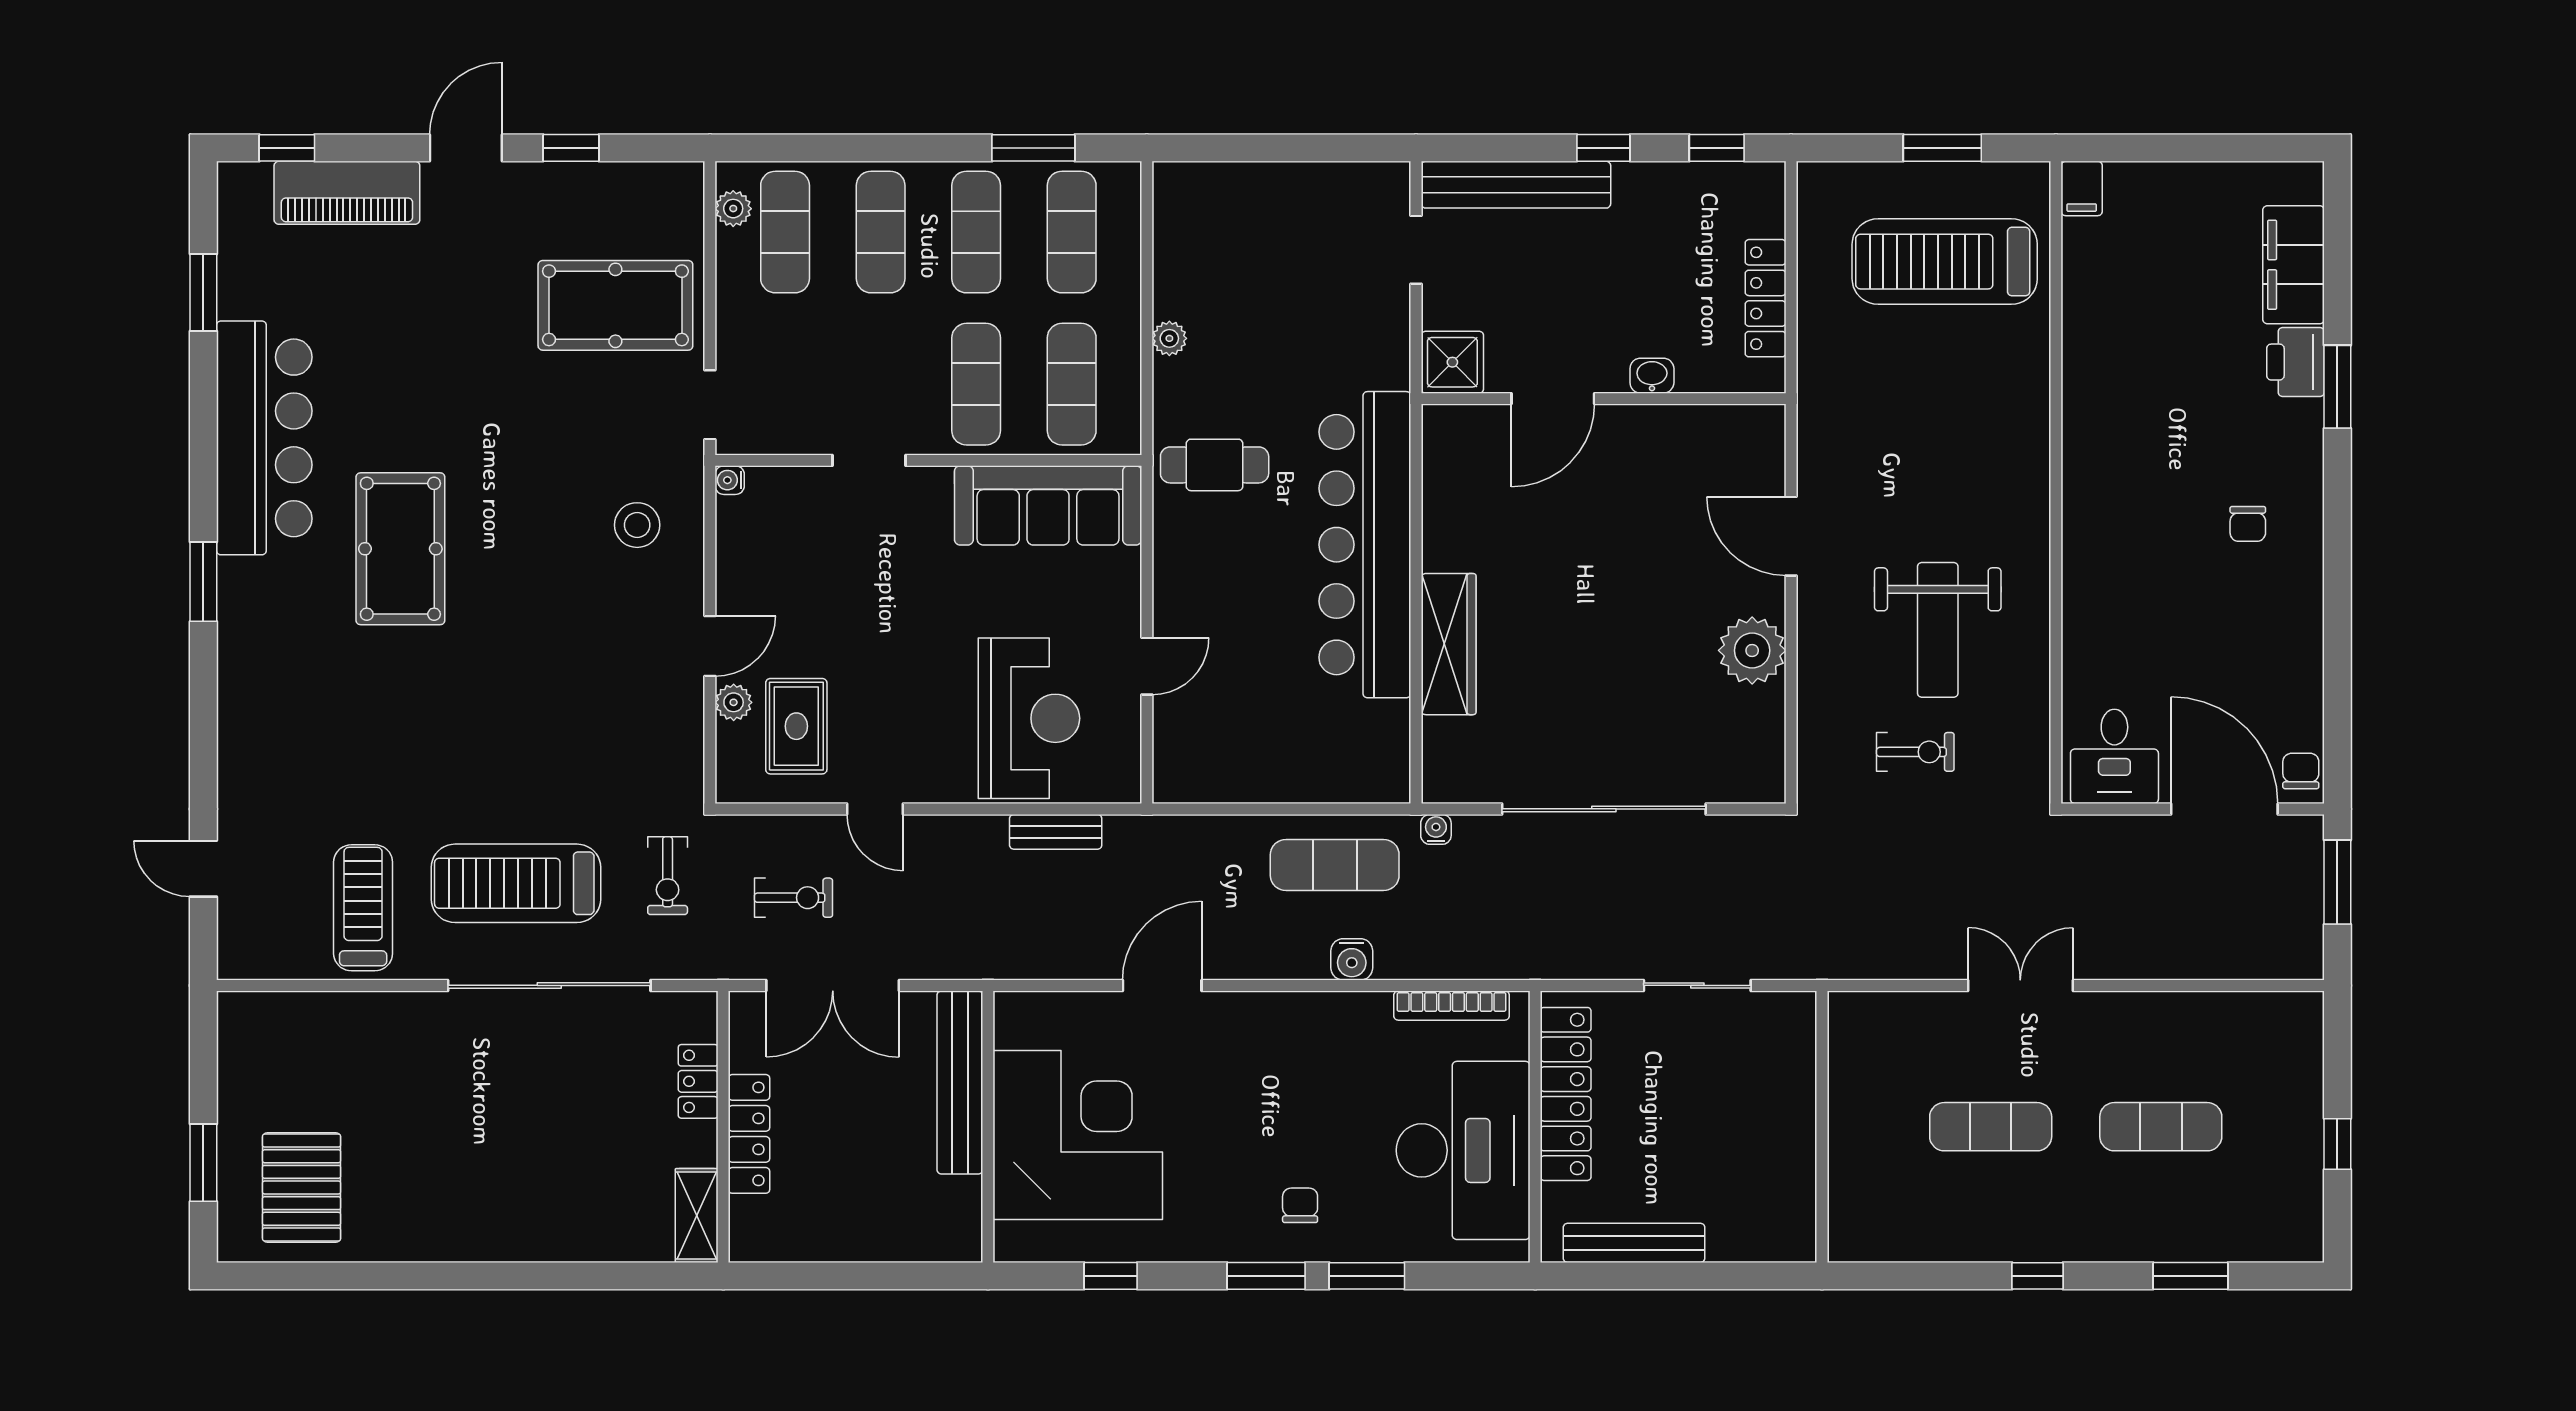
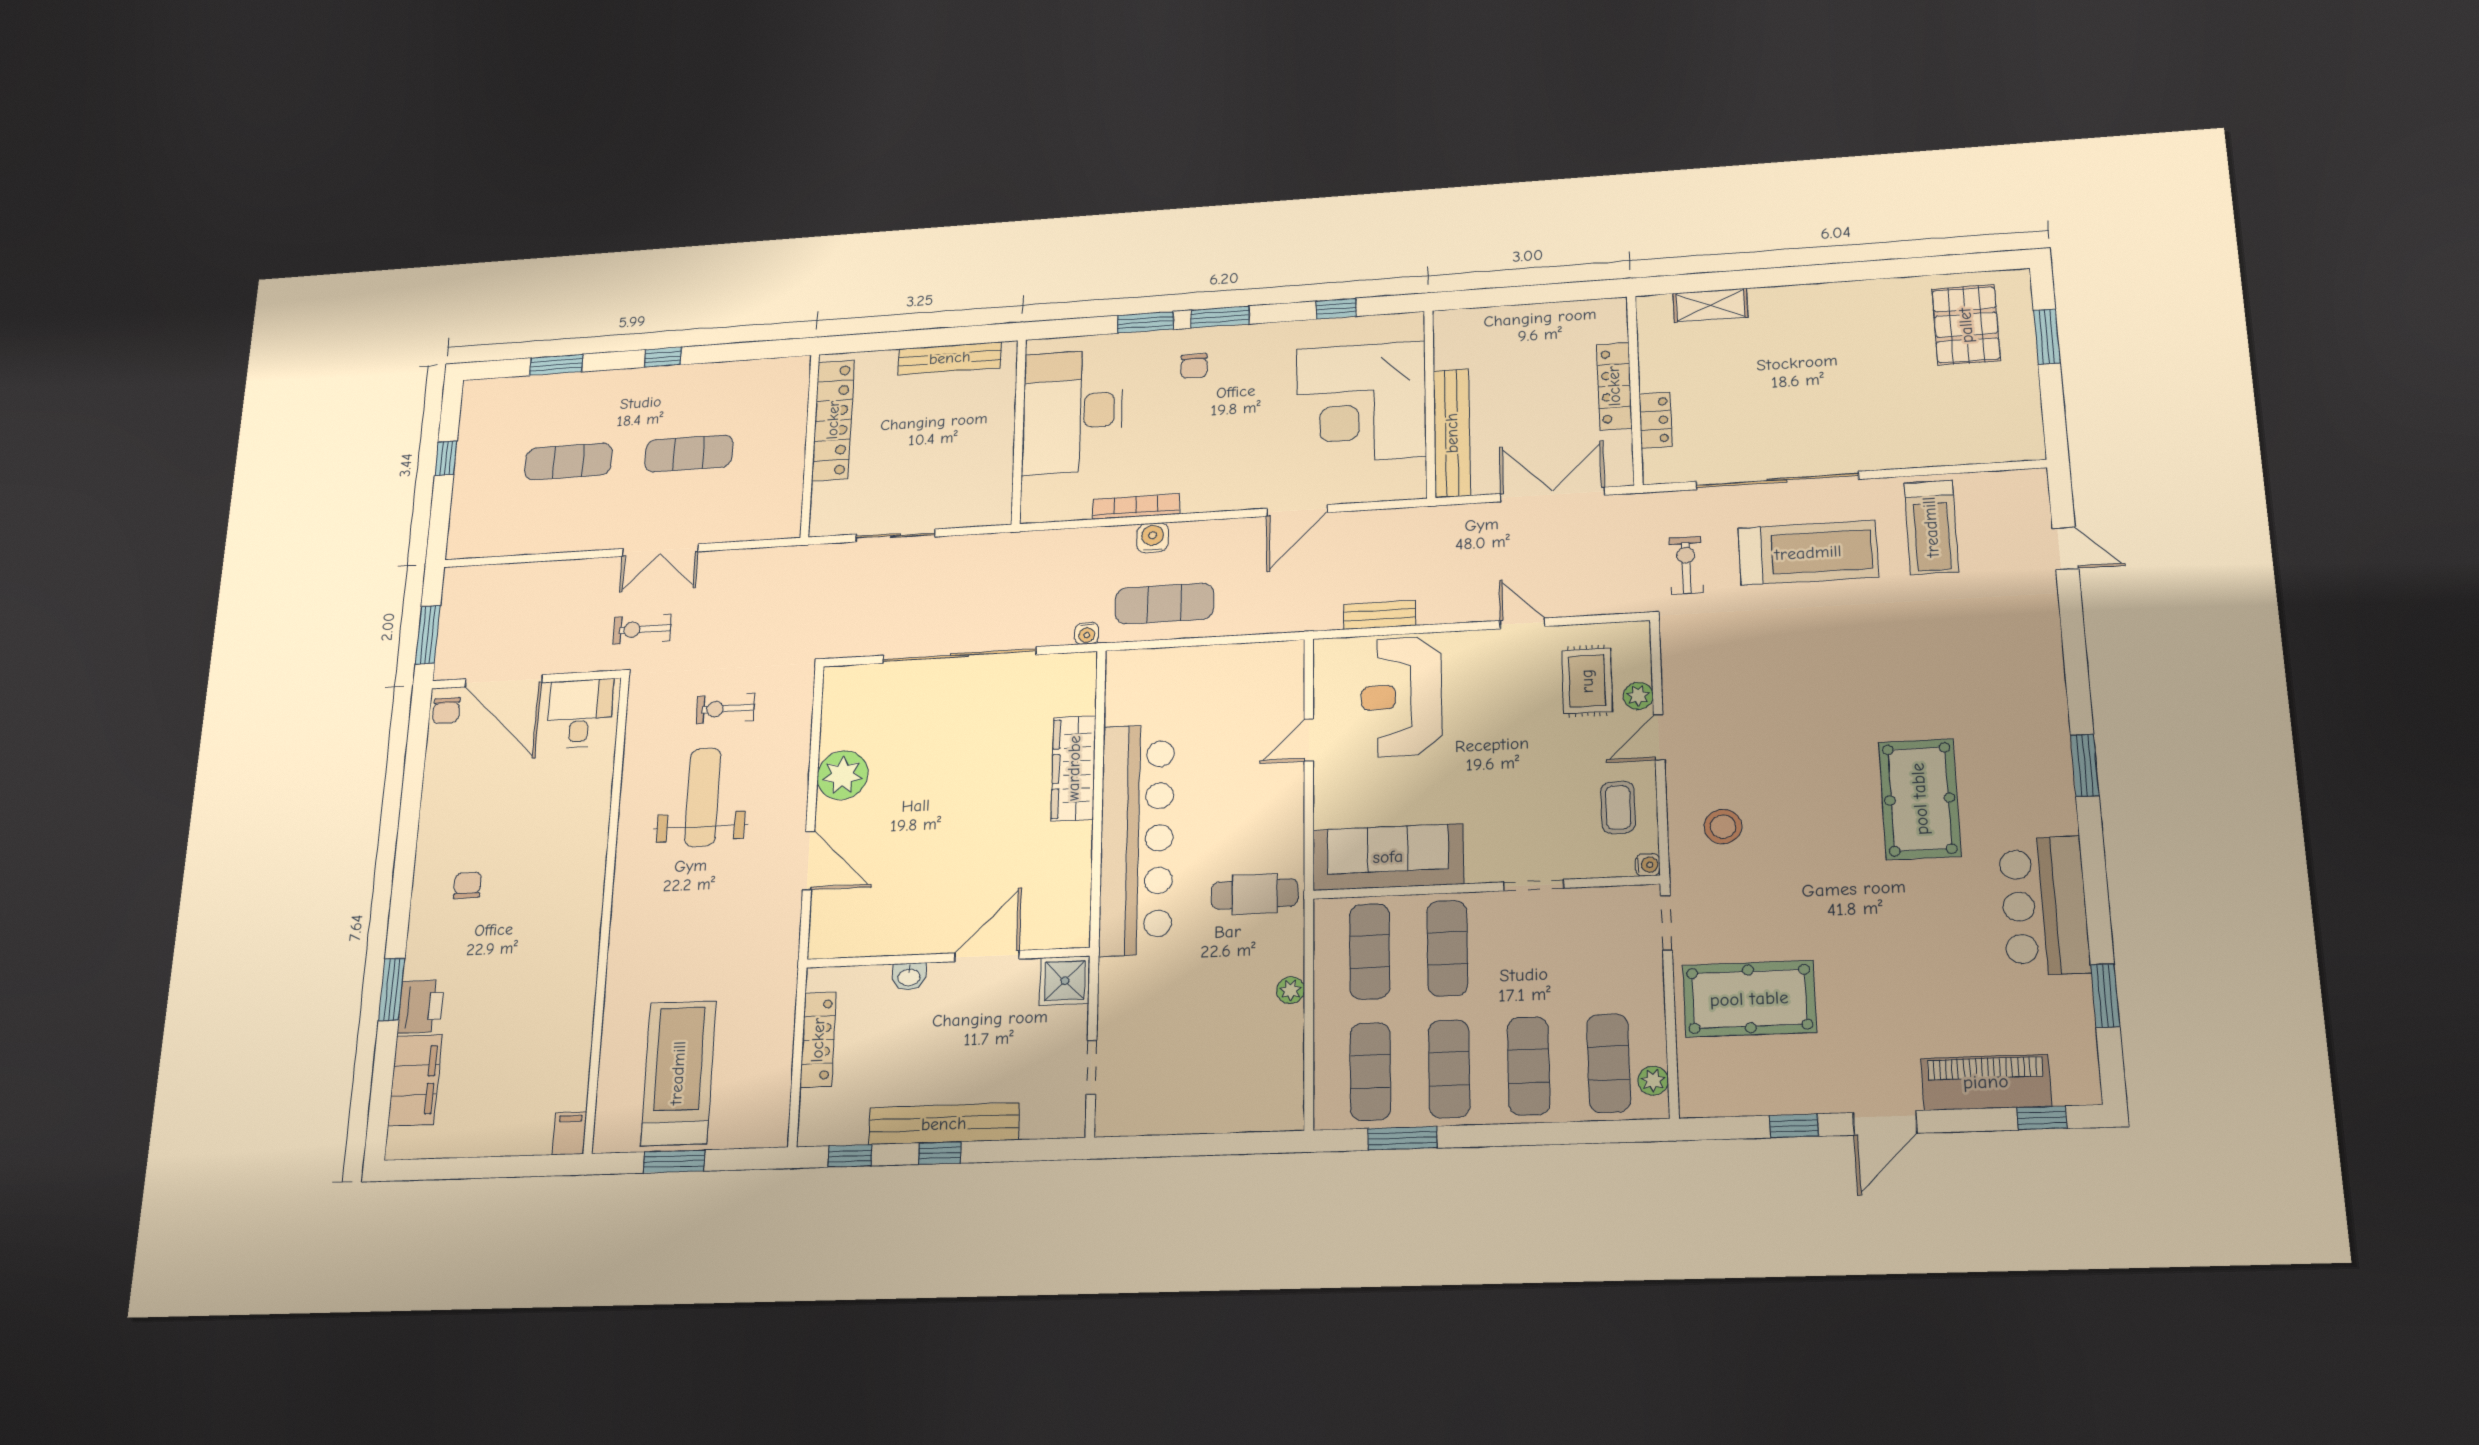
bench: (1516, 185) -> (944, 1124), moved
treadmill: (1945, 262) -> (678, 1073), turned -90
bar counter: (264, 438) -> (2044, 906), width x0.73
coffee table: (763, 556) -> (1618, 807), added
exercise bike: (794, 898) -> (642, 629), moved
bookcase: (1452, 1006) -> (1136, 507), moved
locker: (1566, 1094) -> (833, 420), moved, turned 180
shelving: (697, 1215) -> (1710, 305), moved, turned 90

